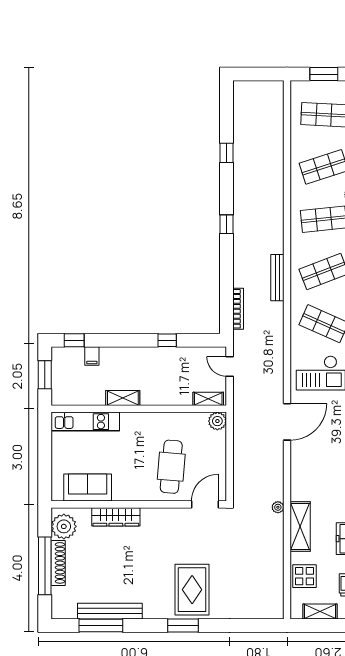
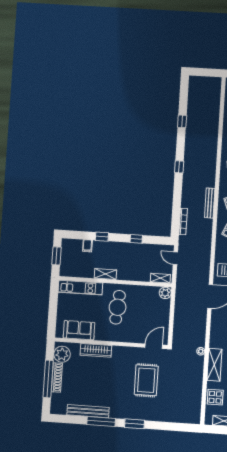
window: (74, 340) -> (102, 237), moved
cafe table: (171, 467) -> (118, 307), moved
rug: (192, 590) -> (146, 380), moved
window: (101, 626) -> (101, 421), moved

